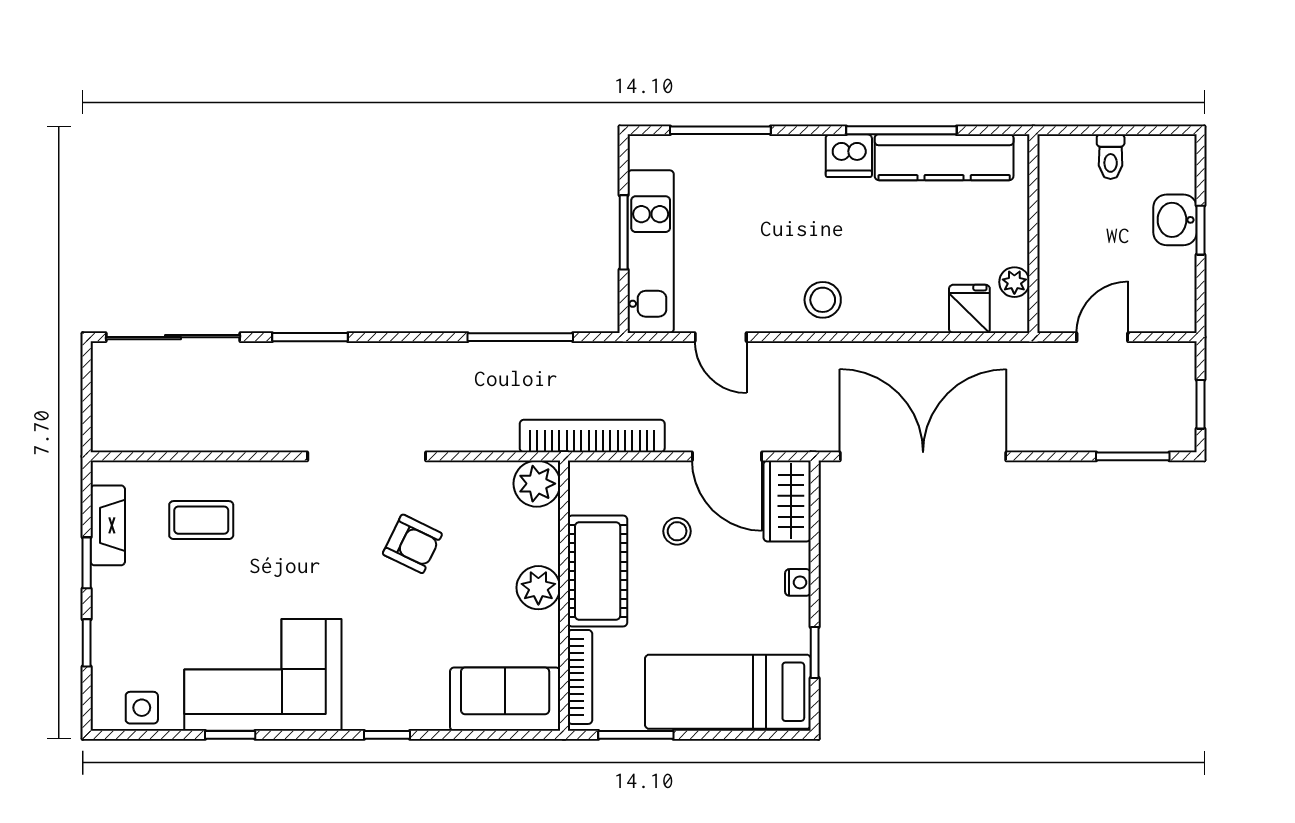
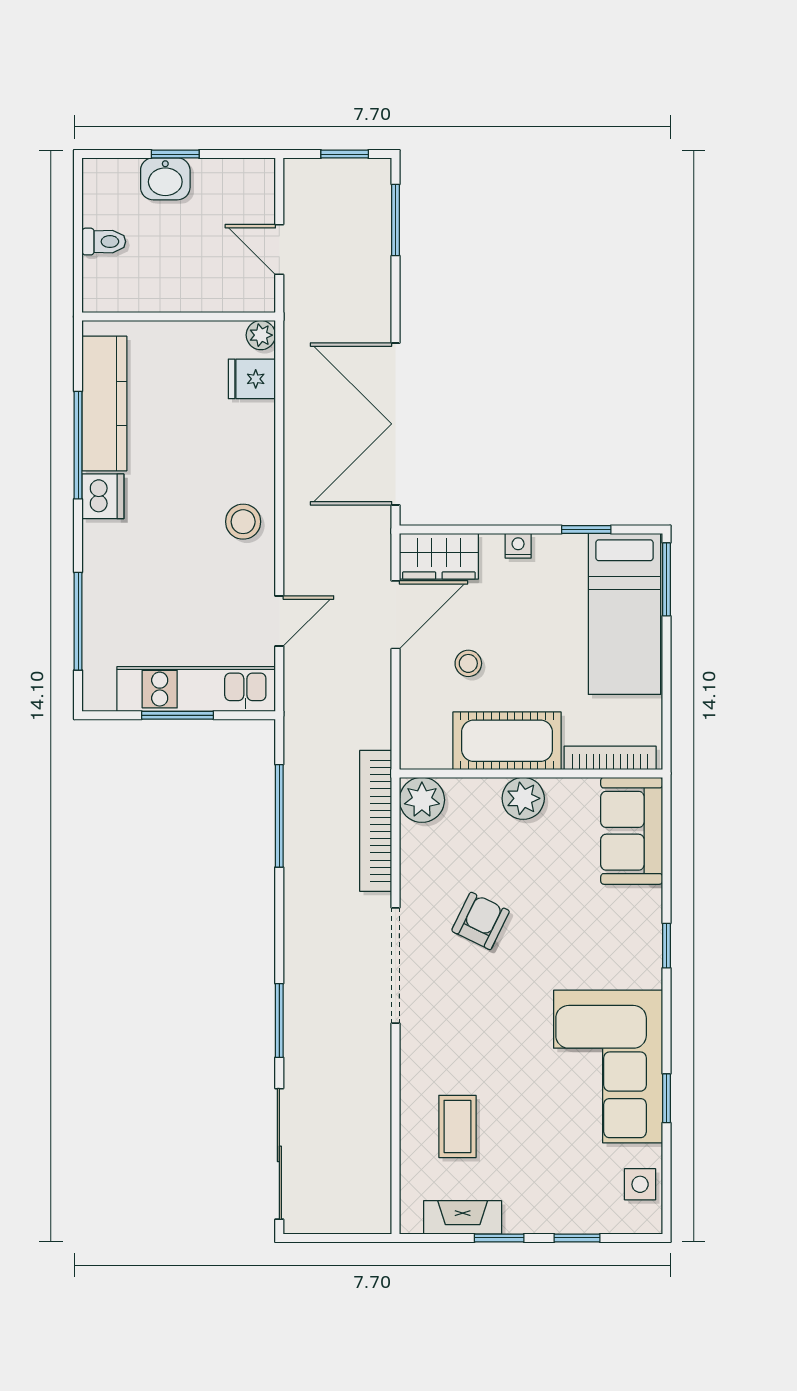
plant: (1014, 282) -> (261, 335), moved
bookcase: (592, 436) -> (376, 821), moved
window: (636, 735) -> (666, 579), moved

